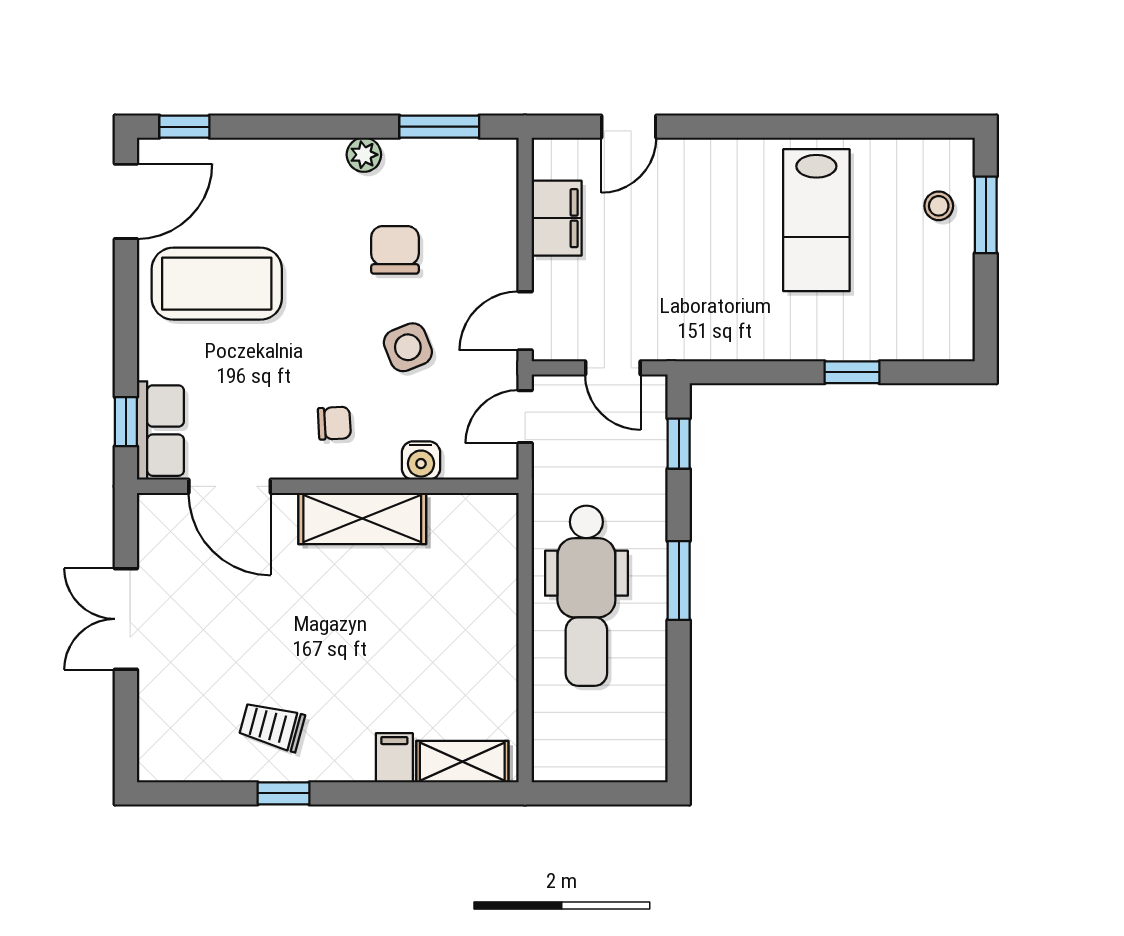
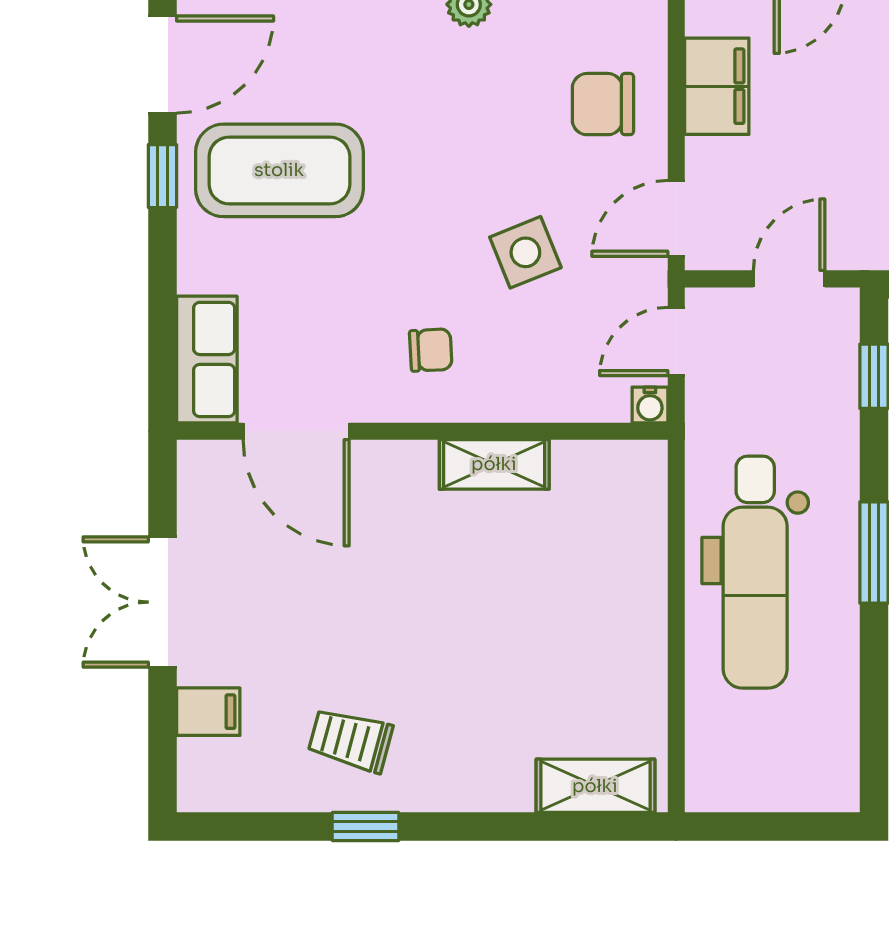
chair: (395, 250) -> (603, 104), moved, turned -90
door: (613, 368) -> (789, 279), swing flipped
window: (126, 422) -> (162, 176), moved
water cooler: (421, 461) -> (650, 405), moved, width x0.72, depth x0.72
shelving: (362, 518) -> (494, 464), width x0.67, depth x0.75
filing cabinet: (394, 758) -> (208, 712), moved, turned 90

